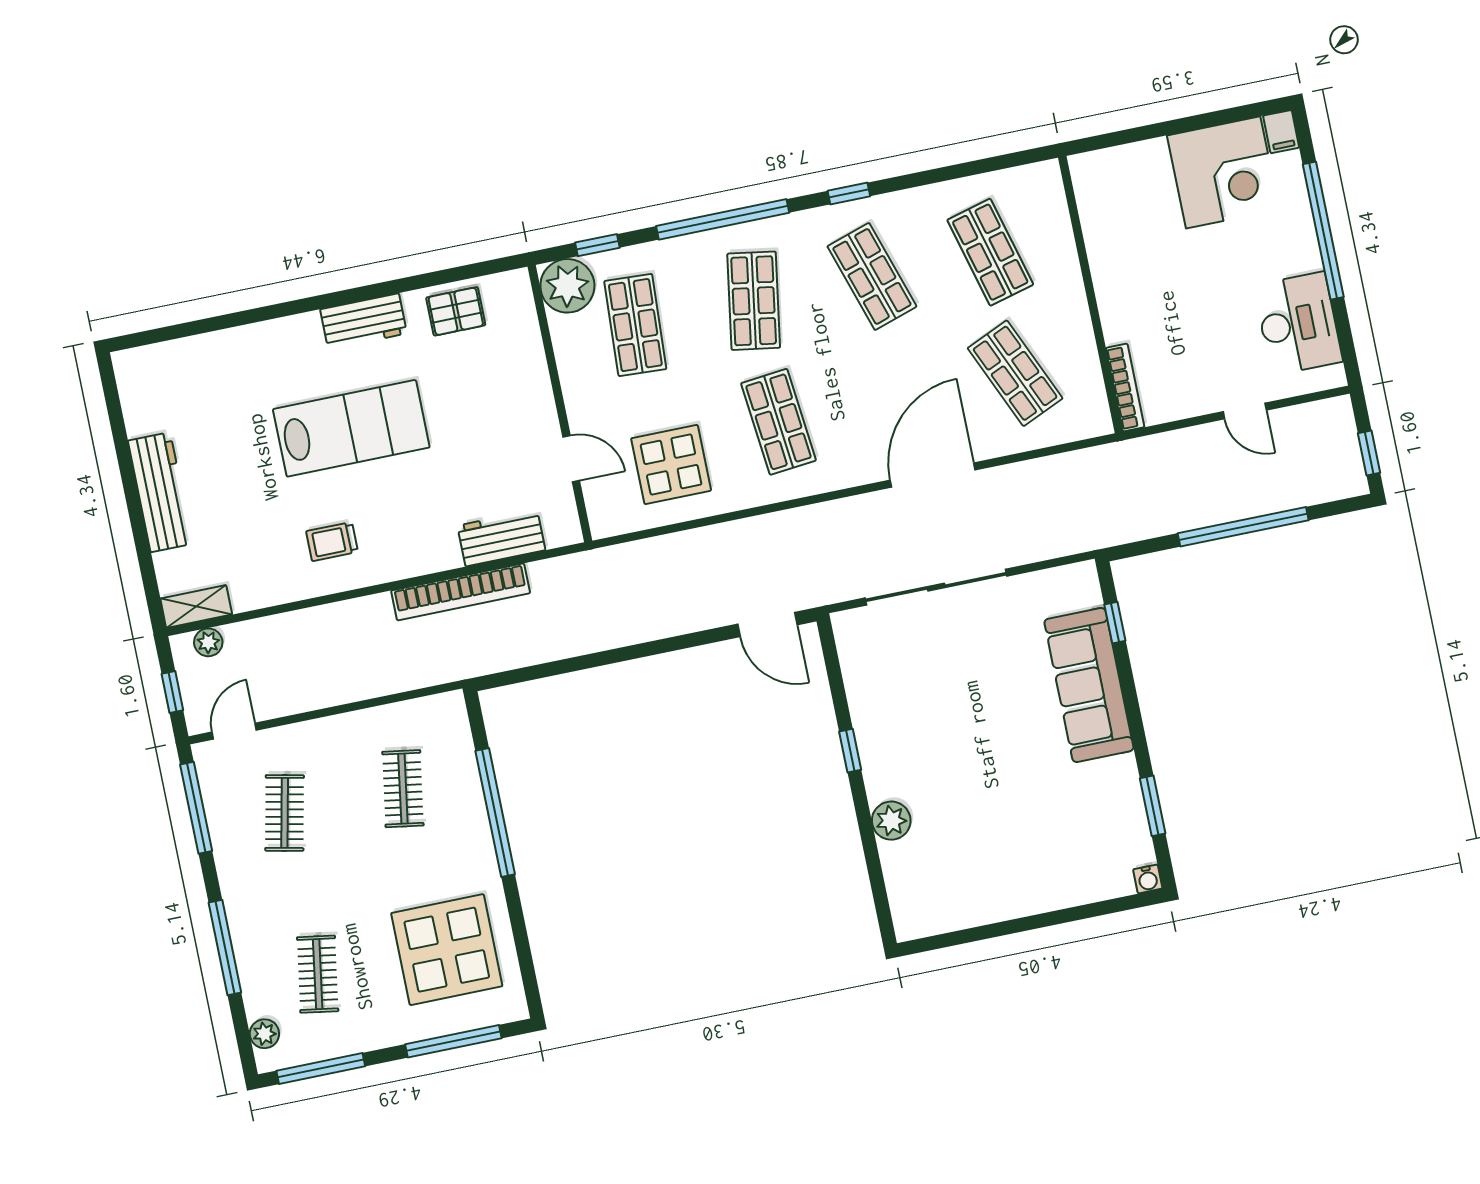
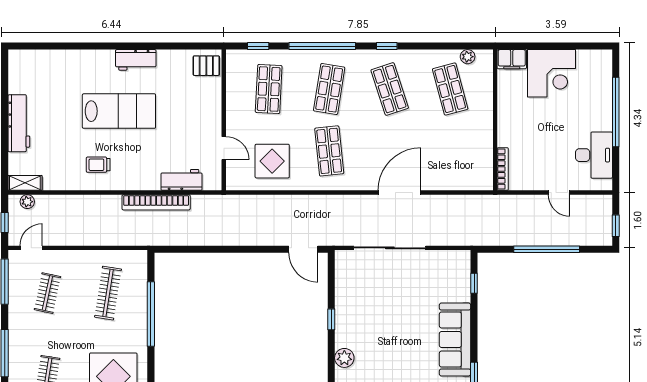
filing cabinet: (1281, 132) -> (512, 59), moved, width x2.00
corner desk: (1223, 172) -> (552, 73), moved
plant: (567, 286) -> (468, 57), moved, width x0.53, depth x0.53
pallet: (456, 311) -> (206, 66), moved
shop shelf: (1015, 373) -> (450, 151), removed
sofa: (1089, 685) -> (455, 340), moved
clothes rail: (403, 789) -> (108, 293), width x1.36

